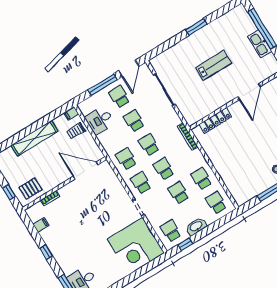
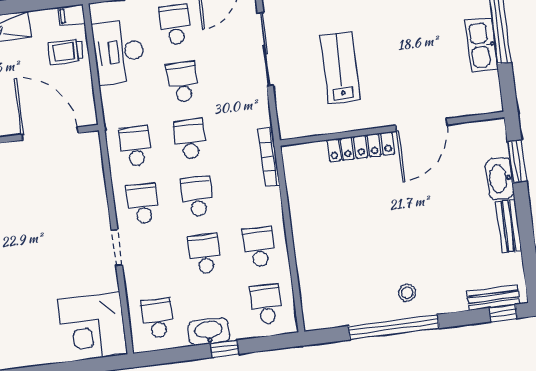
lab bench: (213, 65) -> (340, 68), moved, turned -90
desk: (100, 120) -> (119, 52), width x1.37
locker: (215, 121) -> (361, 147), moved
window: (185, 244) -> (225, 349), moved
corner desk: (136, 246) -> (92, 327), width x0.74, depth x0.74

